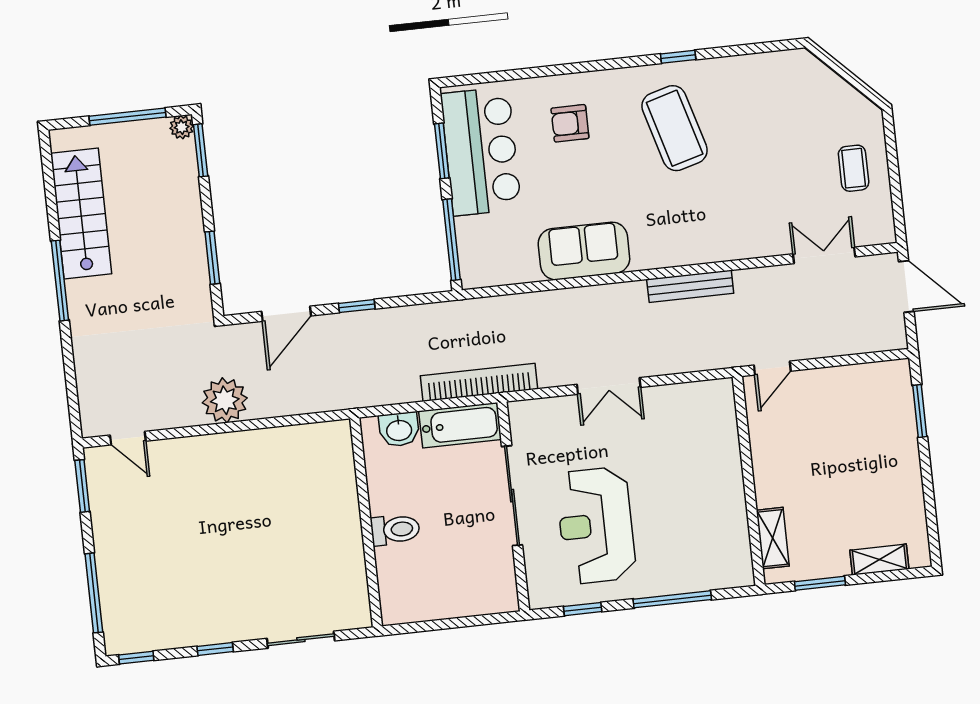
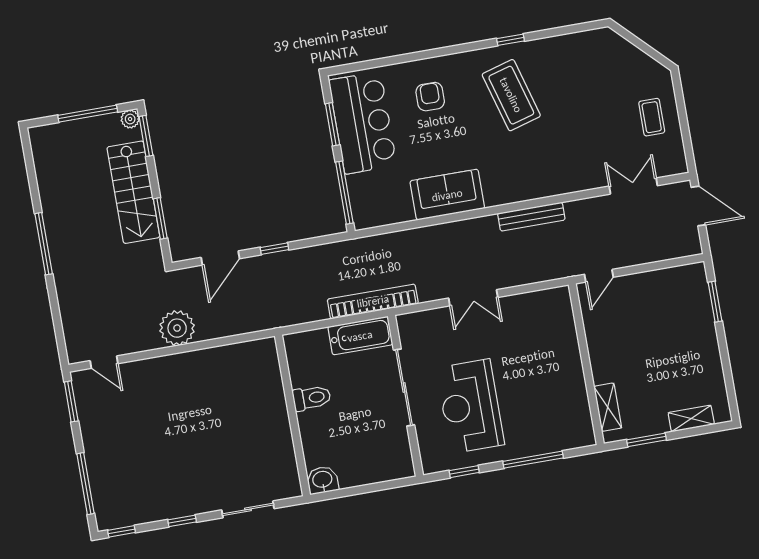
armchair: (570, 123) -> (430, 97), turned 90
stairs: (81, 214) -> (133, 192), moved, turned 180
washbasin: (399, 430) -> (322, 480), moved, turned 180
toilet: (395, 530) -> (312, 398), moved

